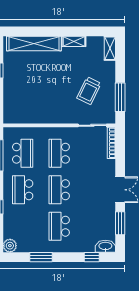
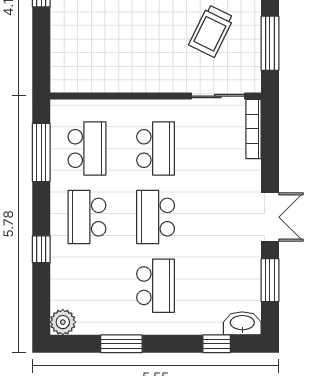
school desk: (59, 153) -> (156, 148), turned 180
school desk: (59, 226) -> (156, 286), turned 180

